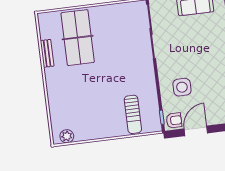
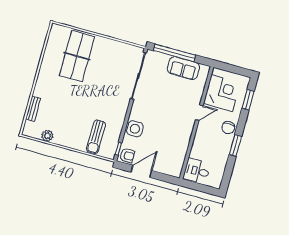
bench: (47, 53) -> (33, 109), moved
side table: (182, 87) -> (135, 129), moved
plant: (67, 136) -> (47, 136), moved

